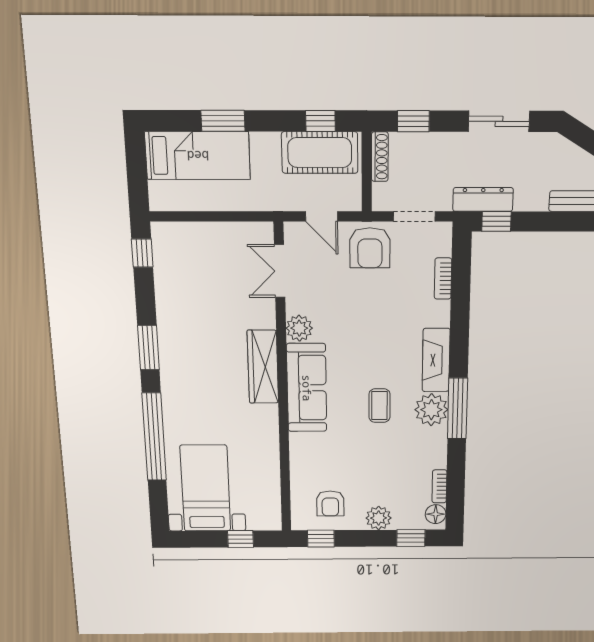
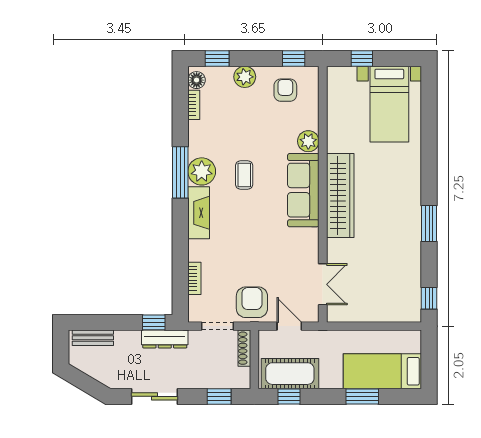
shoe rack: (380, 157) -> (244, 348), moved
plant: (299, 328) -> (308, 141), moved
wardrobe: (263, 367) -> (340, 196), width x1.40, depth x1.17
window: (154, 437) -> (429, 149), removed

